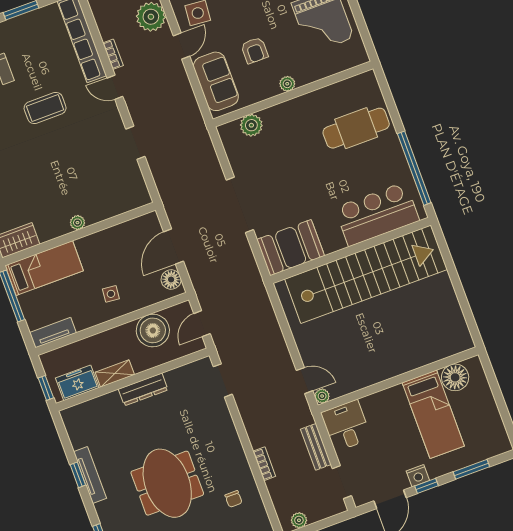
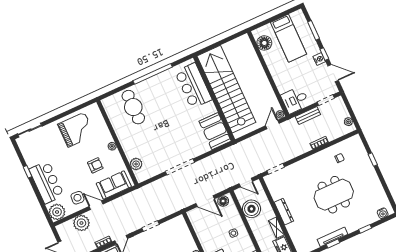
bar counter: (377, 214) -> (193, 86), moved
booth: (291, 248) -> (215, 131), moved
wall: (351, 250) -> (214, 98), moved
stairs: (366, 274) -> (226, 89), moved
bed: (433, 414) -> (288, 38), moved, turned 90

